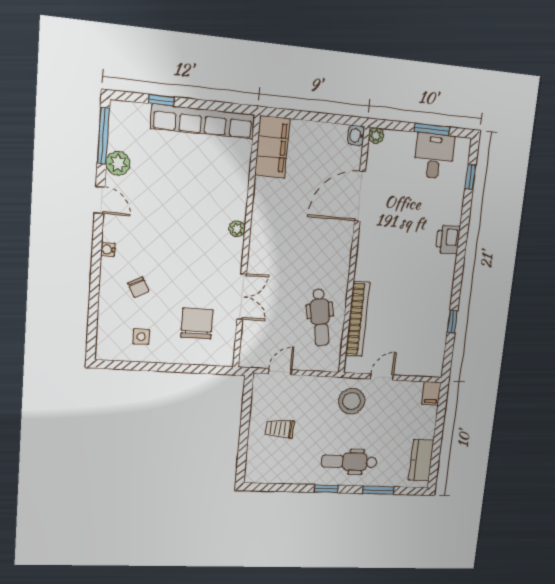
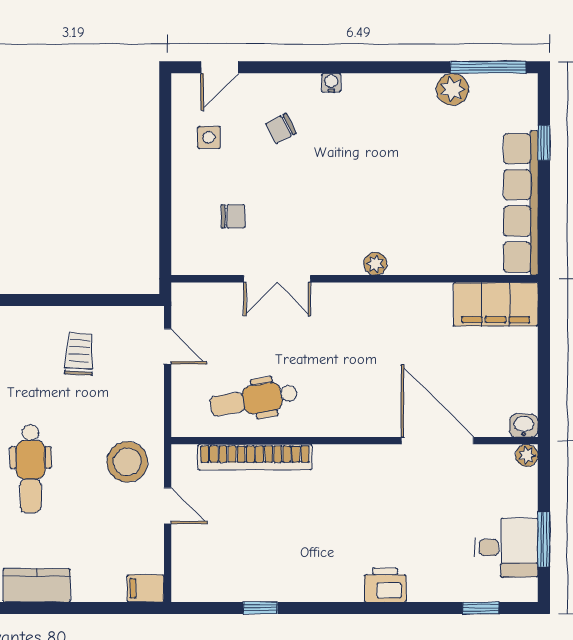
door: (100, 200) -> (220, 67), moved
chair: (197, 324) -> (233, 216), width x0.54, depth x0.54
dental chair: (349, 462) -> (31, 469), turned 180

